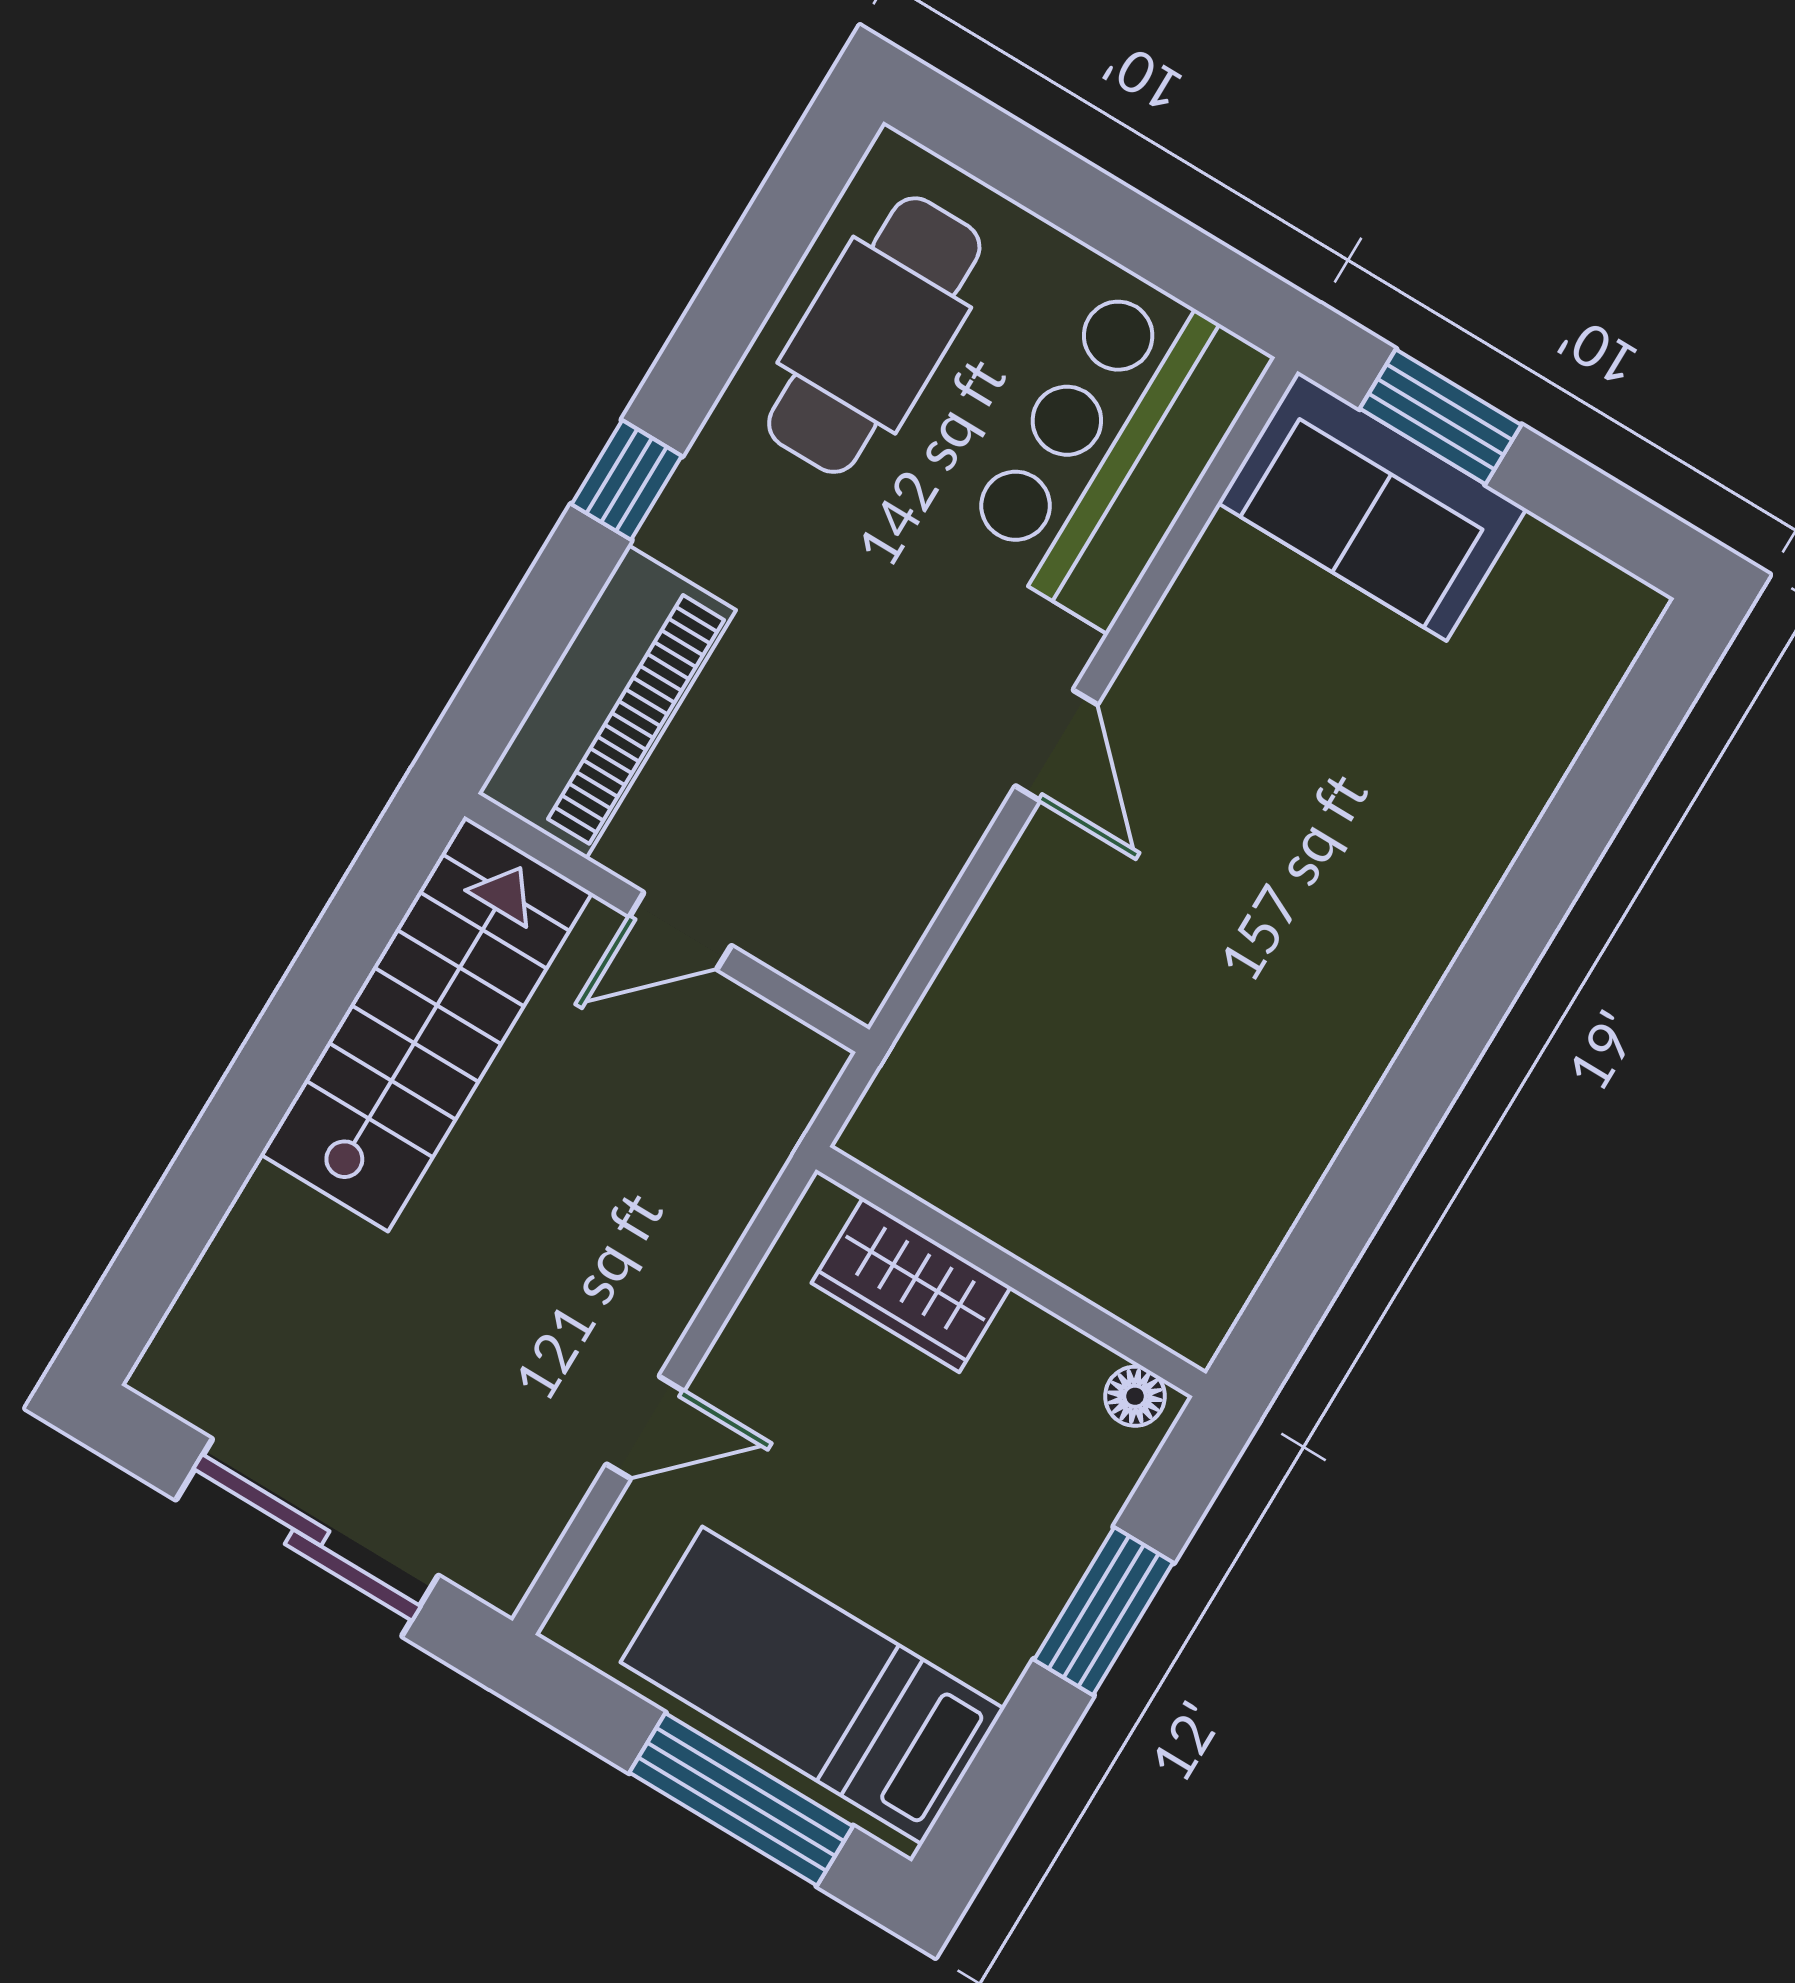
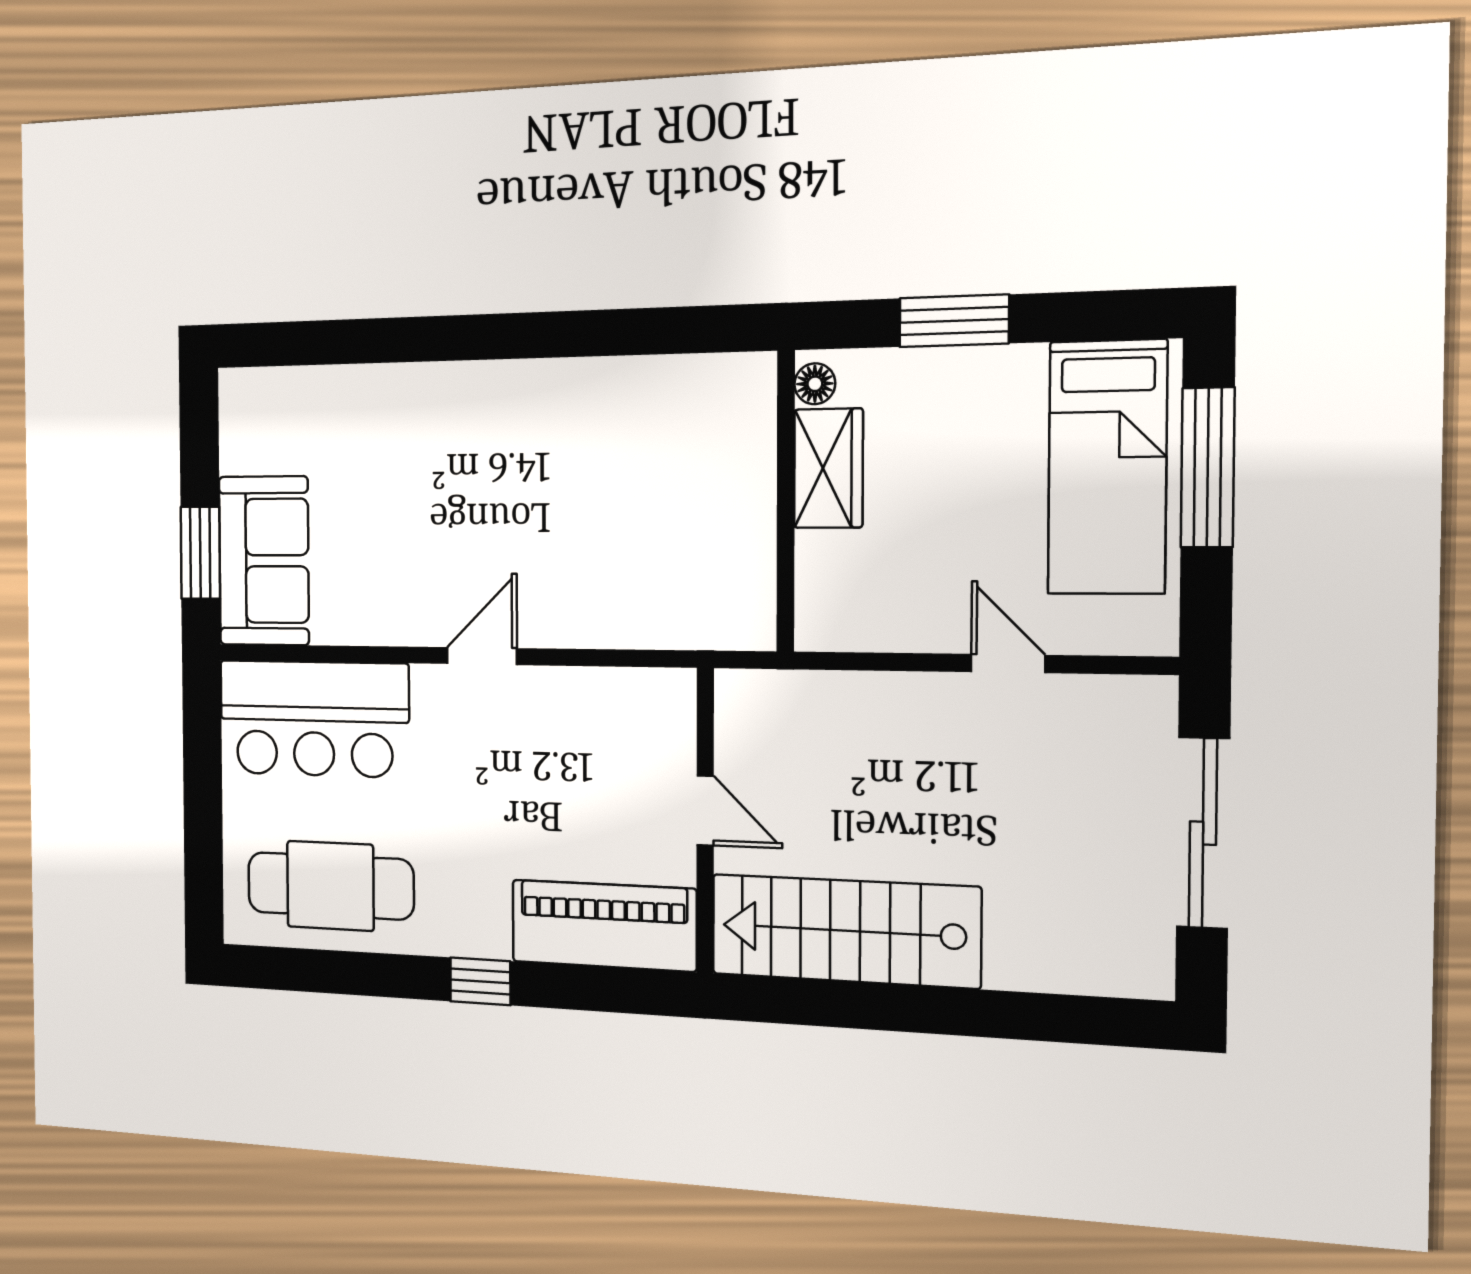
wardrobe: (911, 1285) -> (828, 468), moved

